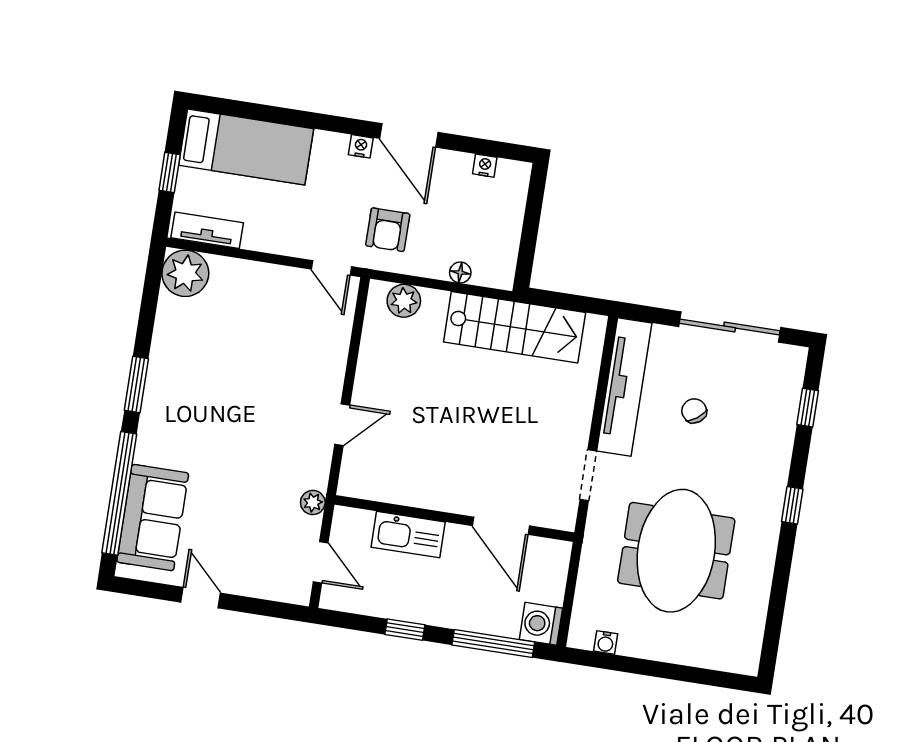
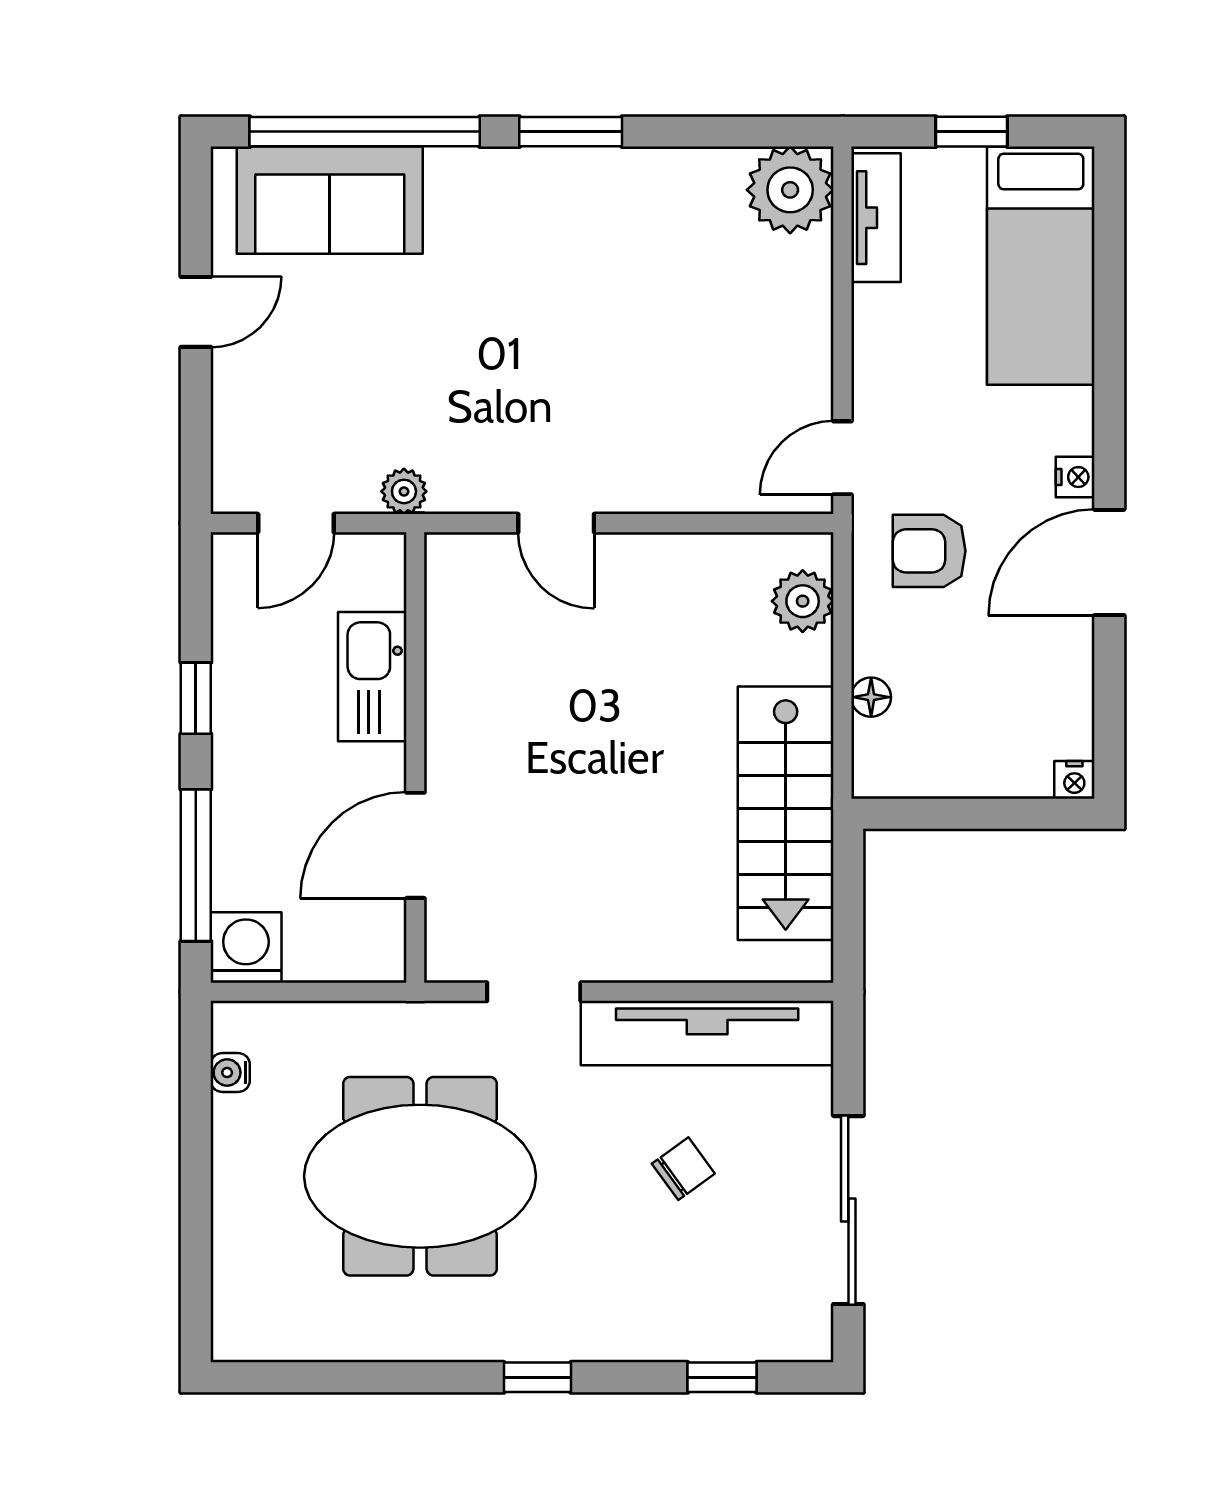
nightstand: (485, 166) -> (1074, 780), moved, turned 90

